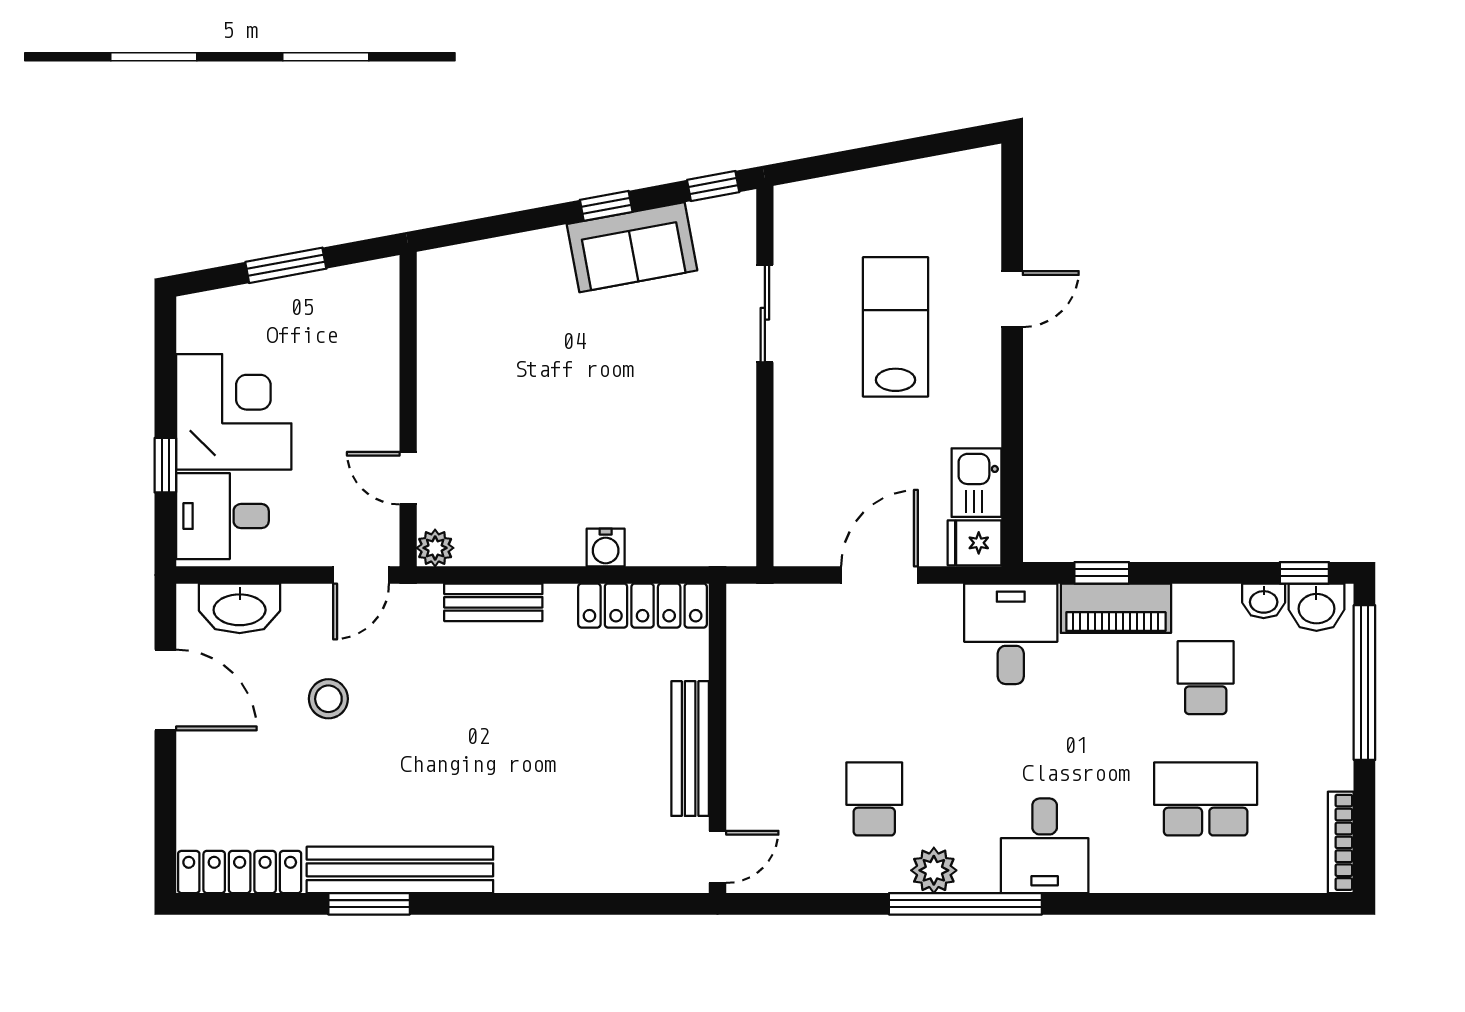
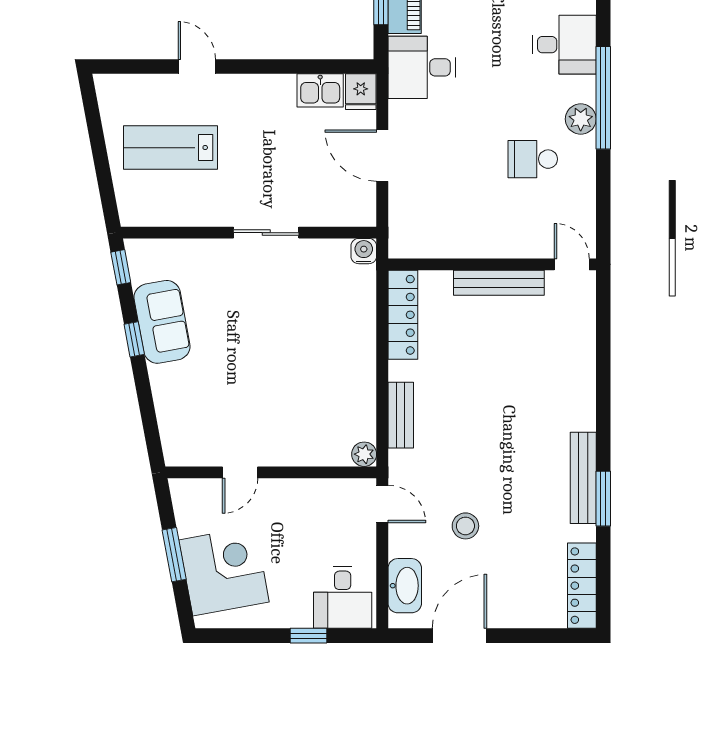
sliding door: (765, 314) -> (266, 233), moved
lab bench: (895, 327) -> (171, 148), moved
corner desk: (234, 412) -> (224, 571), moved, turned 79
door: (408, 478) -> (240, 472), moved
water cooler: (606, 547) -> (364, 251), moved, turned -90
bench: (400, 870) -> (583, 478), width x0.73, depth x0.82

